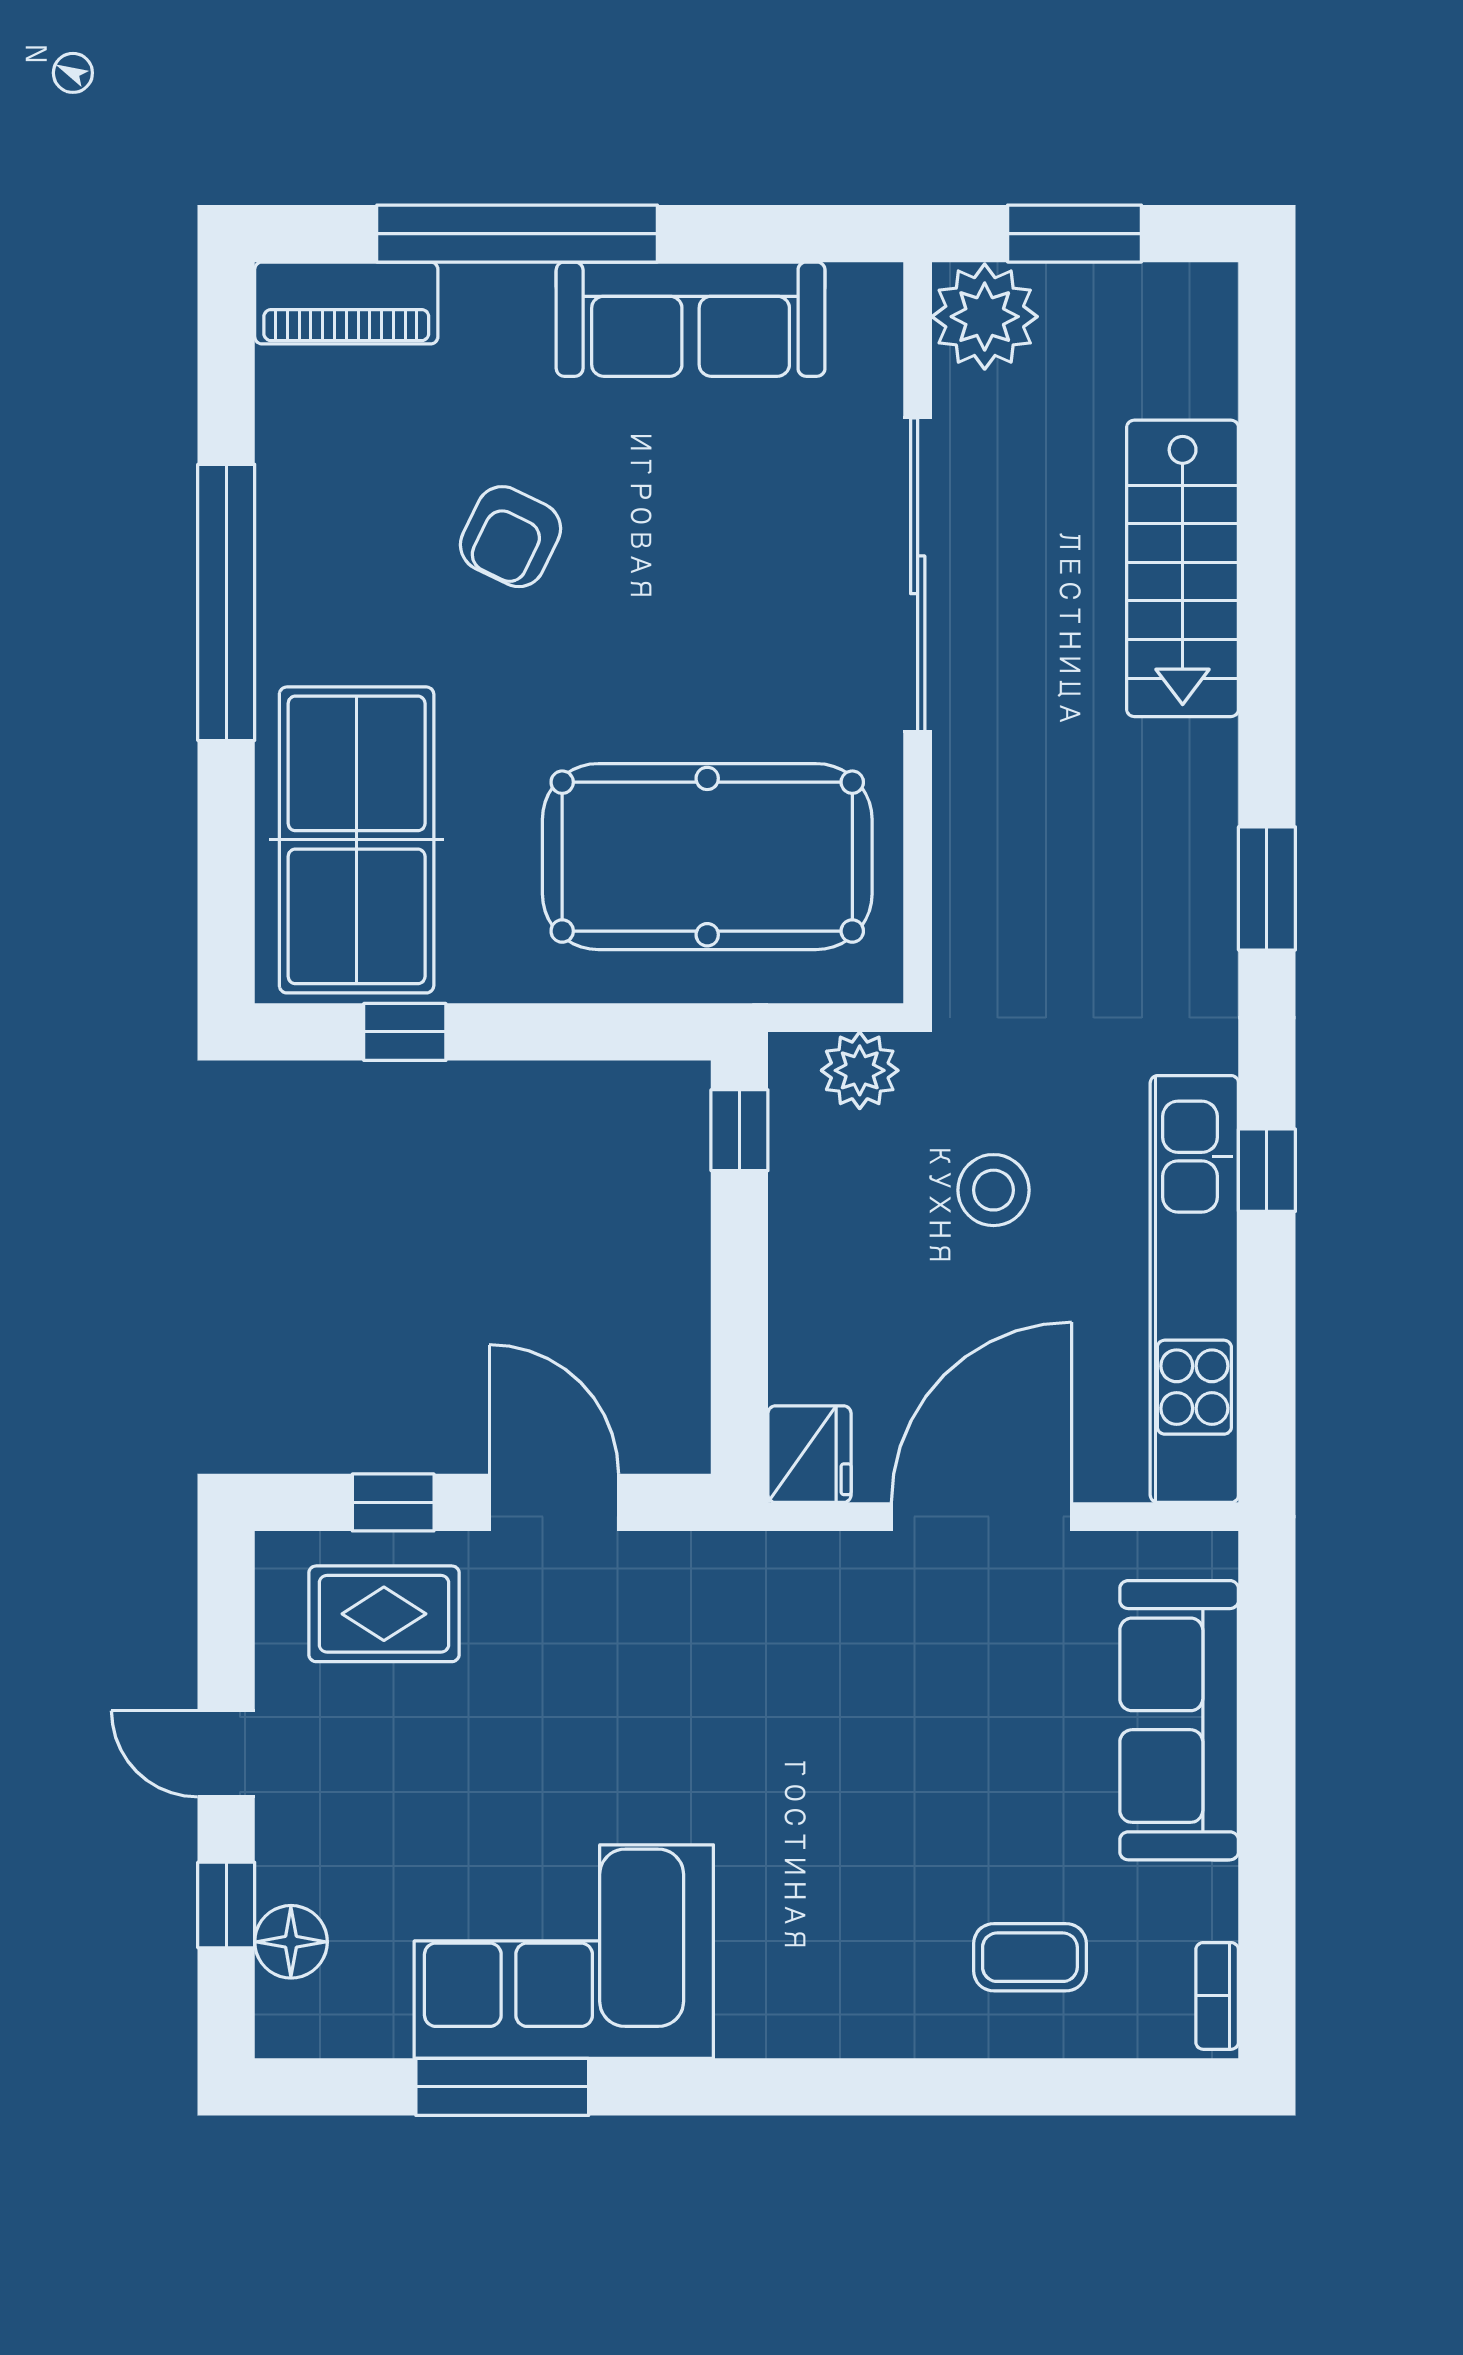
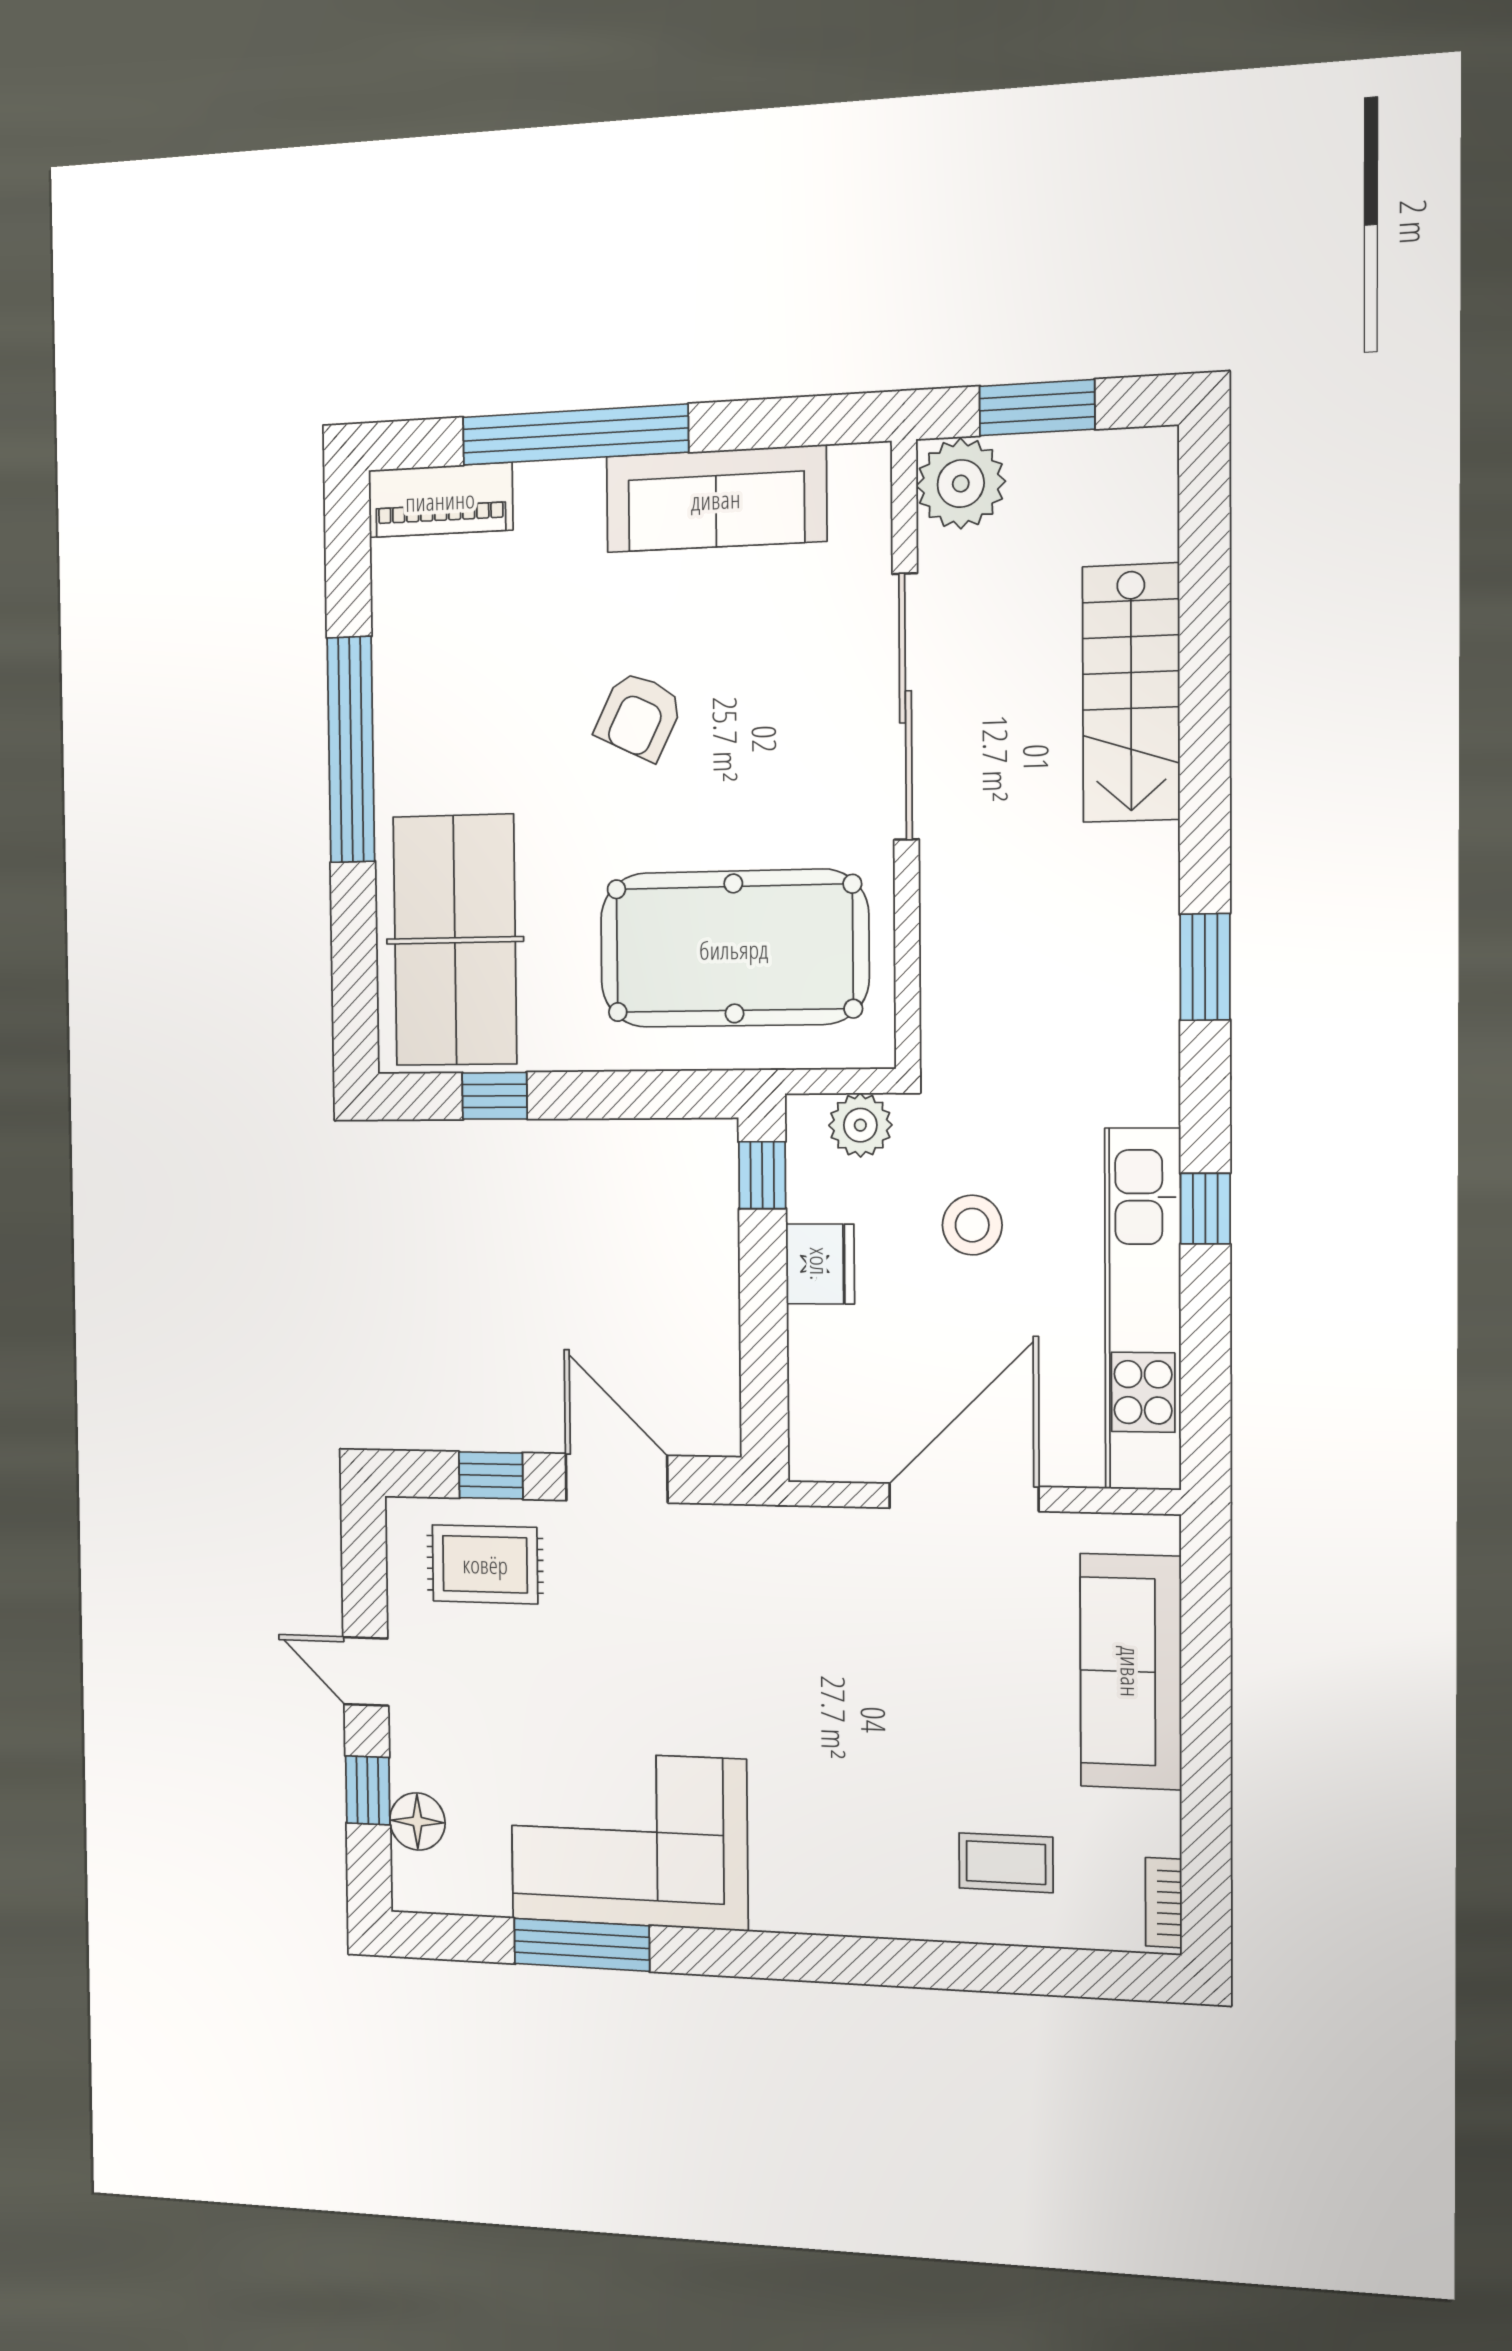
armchair: (510, 537) -> (639, 716), moved
fridge: (810, 1454) -> (820, 1264), moved

